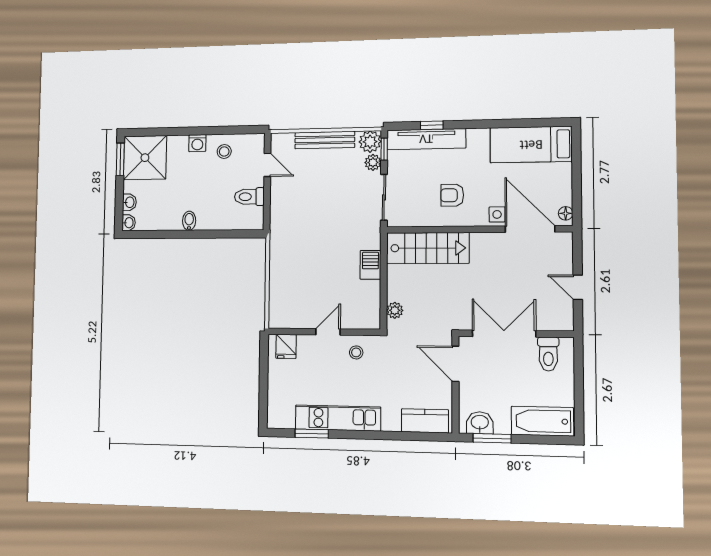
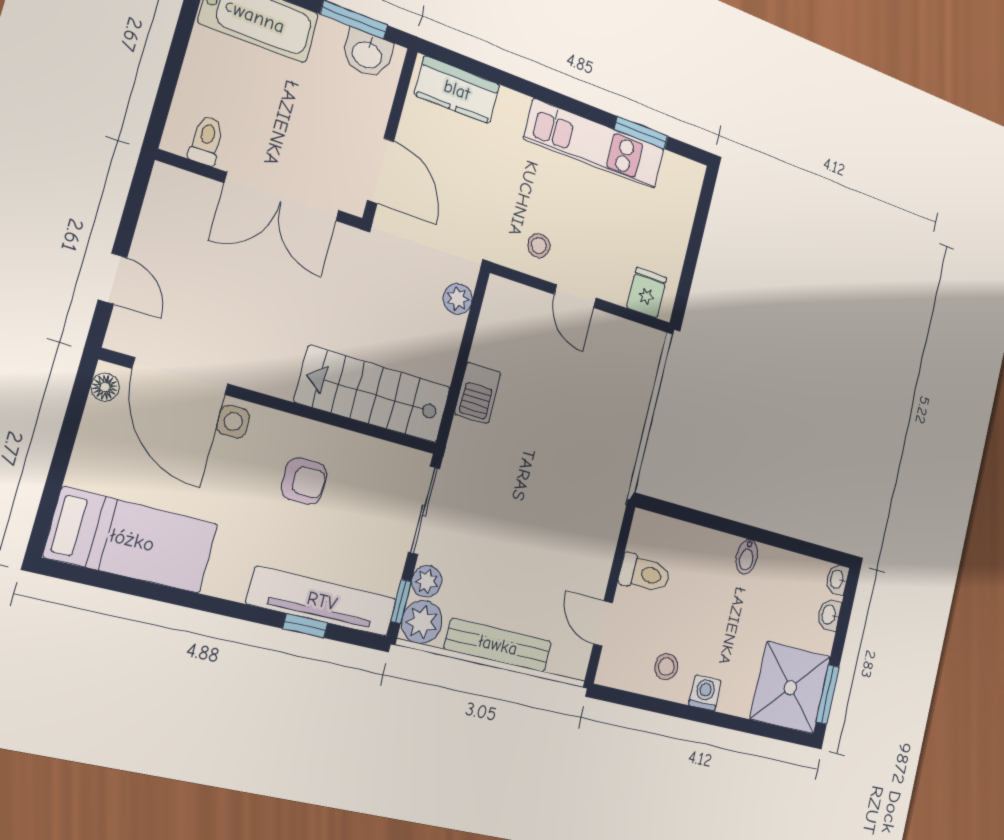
door: (578, 287) -> (113, 279), moved
door: (328, 332) -> (575, 296), hinge flipped
toilet: (548, 354) -> (206, 140), width x0.73, depth x0.72

